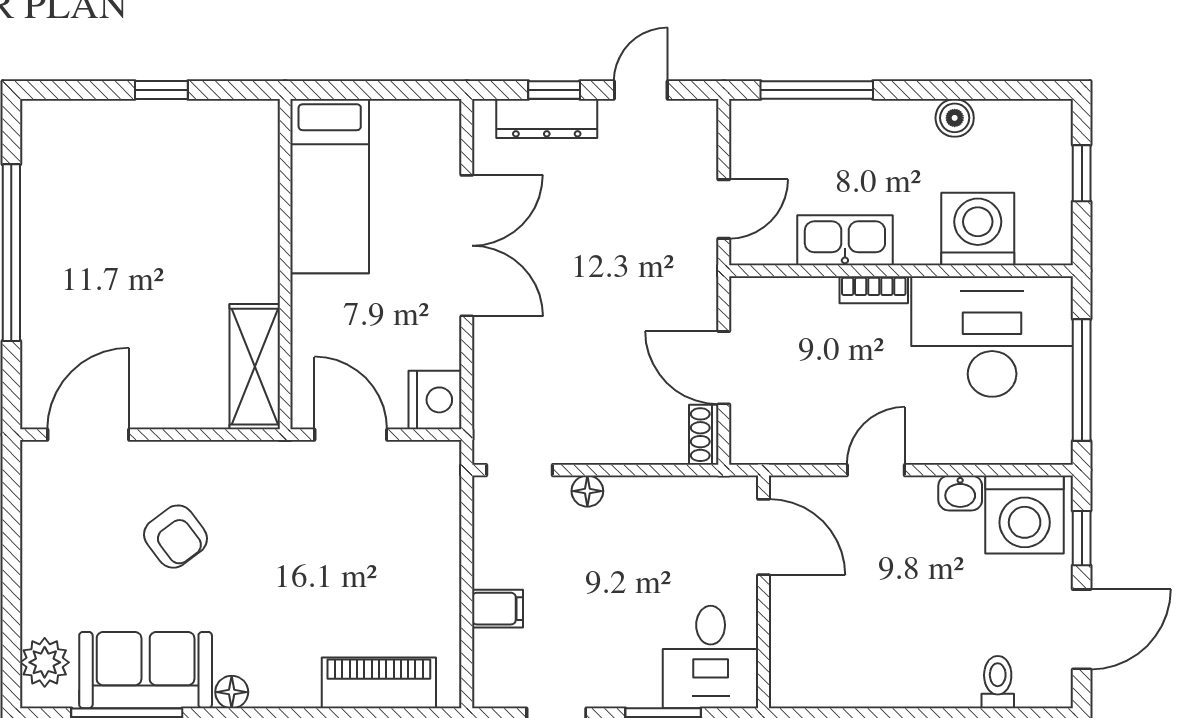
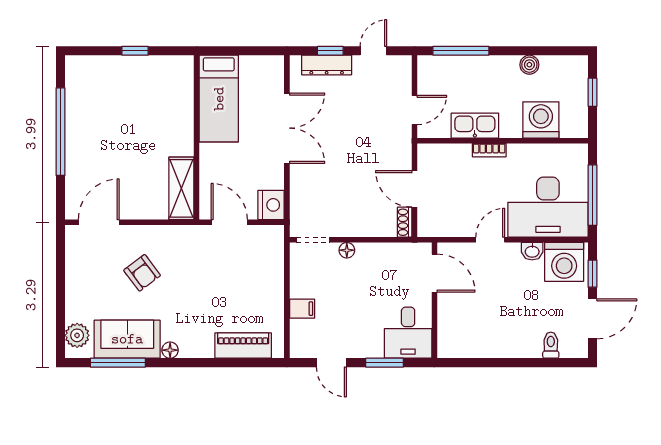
desk: (992, 336) -> (548, 207), moved, turned 180

